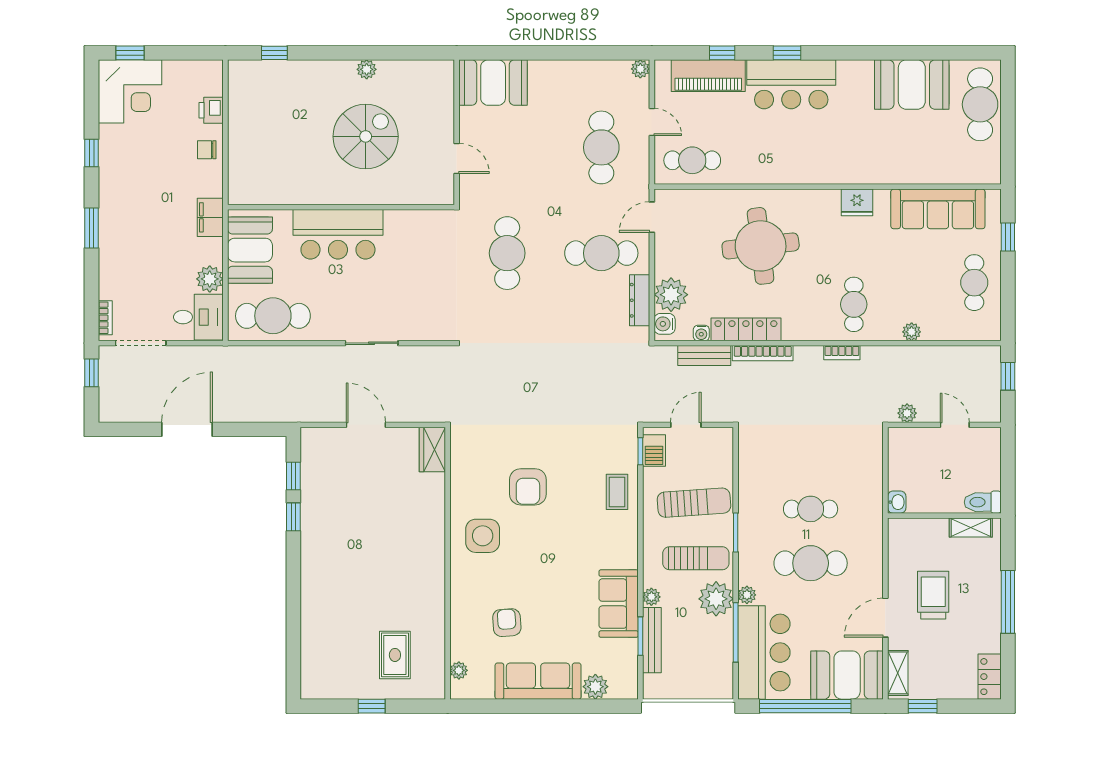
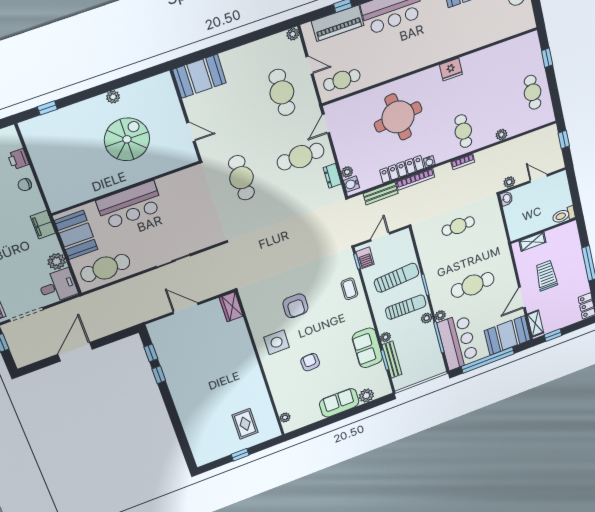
sofa: (938, 209) -> (501, 56), removed
plant: (671, 295) -> (347, 172), width x0.53, depth x0.53
dresser: (640, 300) -> (332, 176), width x0.70
water cooler: (701, 333) -> (429, 162), moved
washbasin: (897, 502) -> (506, 198), moved
cafe table: (811, 509) -> (458, 226), moved
shelving: (971, 527) -> (533, 242), moved
plant: (716, 599) -> (427, 318), width x0.53, depth x0.53
armchair: (507, 623) -> (310, 362), moved
sofa: (538, 681) -> (339, 403), width x0.73

